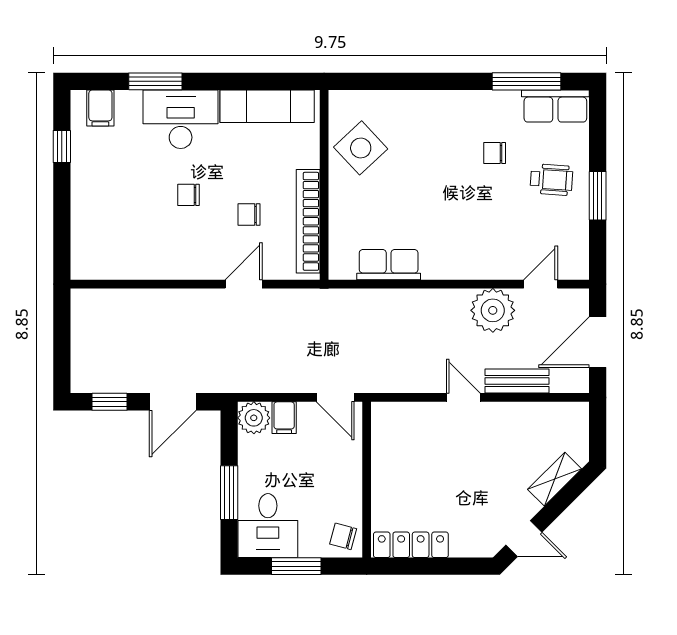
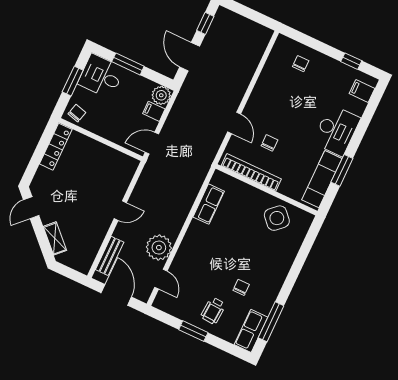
window: (155, 81) -> (342, 170), moved
chair: (189, 195) -> (301, 64), moved
bench: (517, 381) -> (110, 256), moved

